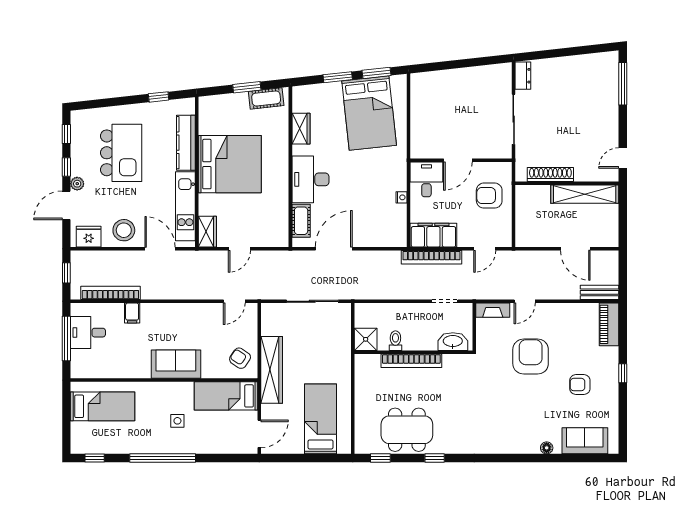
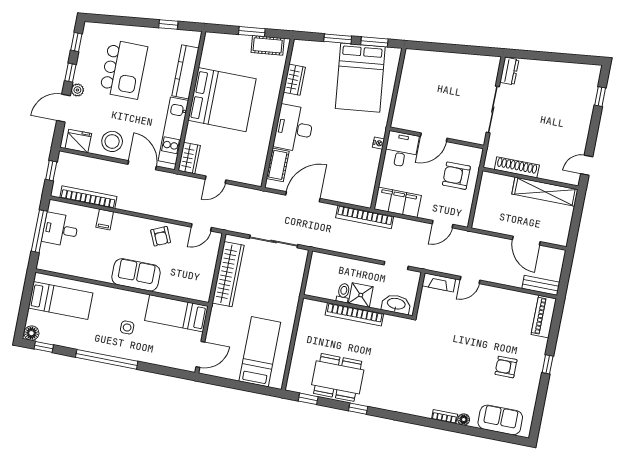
window: (623, 84) -> (600, 97), width x0.46
nightstand: (402, 197) -> (379, 143), moved
bookcase: (431, 257) -> (365, 217), moved
shower: (366, 339) -> (361, 295), moved
armchair: (531, 357) -> (465, 332), removed
armchair: (240, 358) -> (161, 236), moved, turned -148
wardrobe: (272, 370) -> (228, 274), moved
floor lamp: (79, 446) -> (31, 333), added
bookcase: (526, 449) -> (445, 417), added

